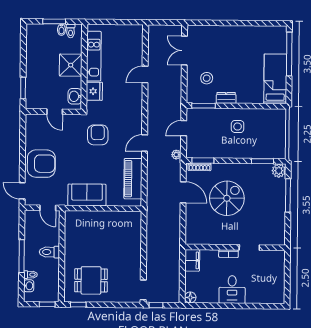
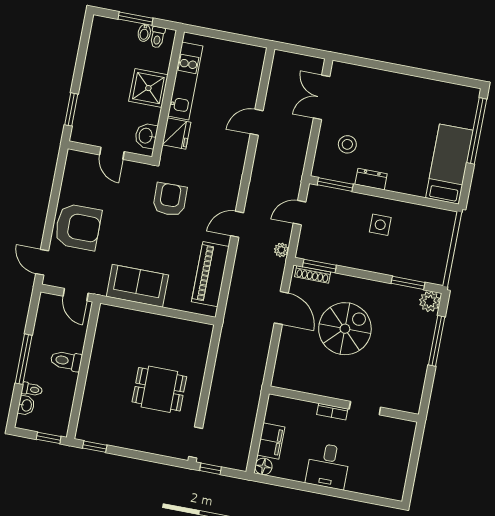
filing cabinet: (192, 260) -> (271, 441), moved
dining table: (91, 280) -> (159, 389), moved

